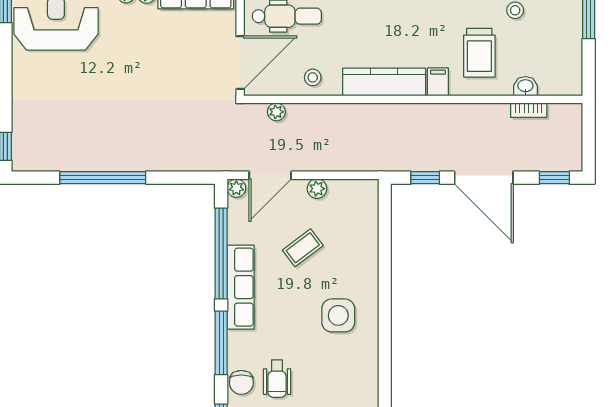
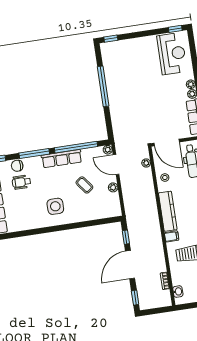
washbasin: (525, 86) -> (178, 292), moved

